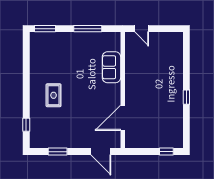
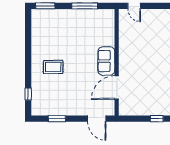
sofa: (111, 67) -> (106, 61), moved
rug: (54, 95) -> (53, 67), turned 90

